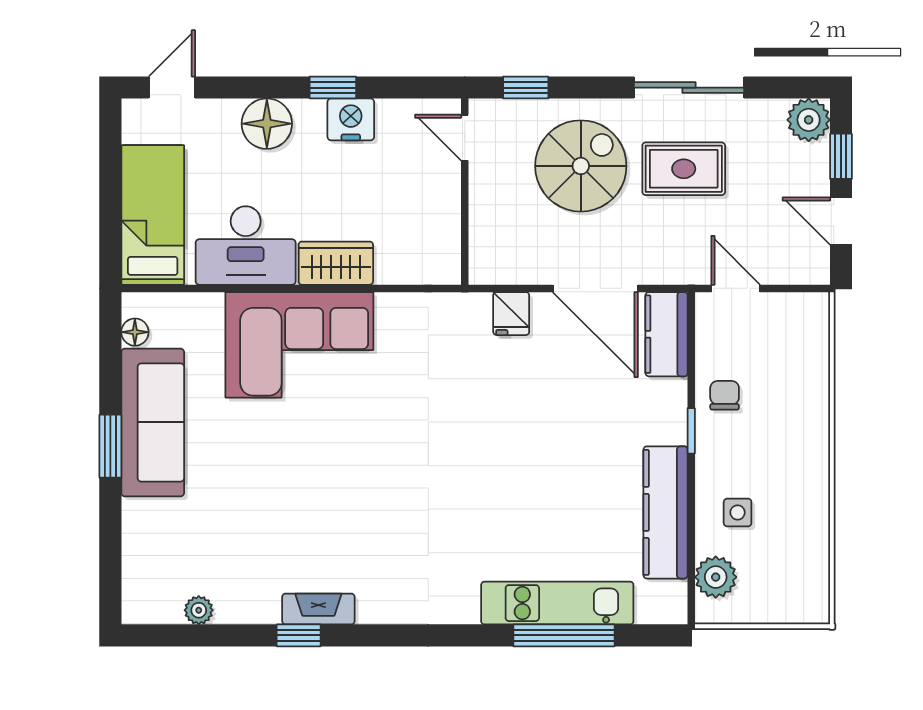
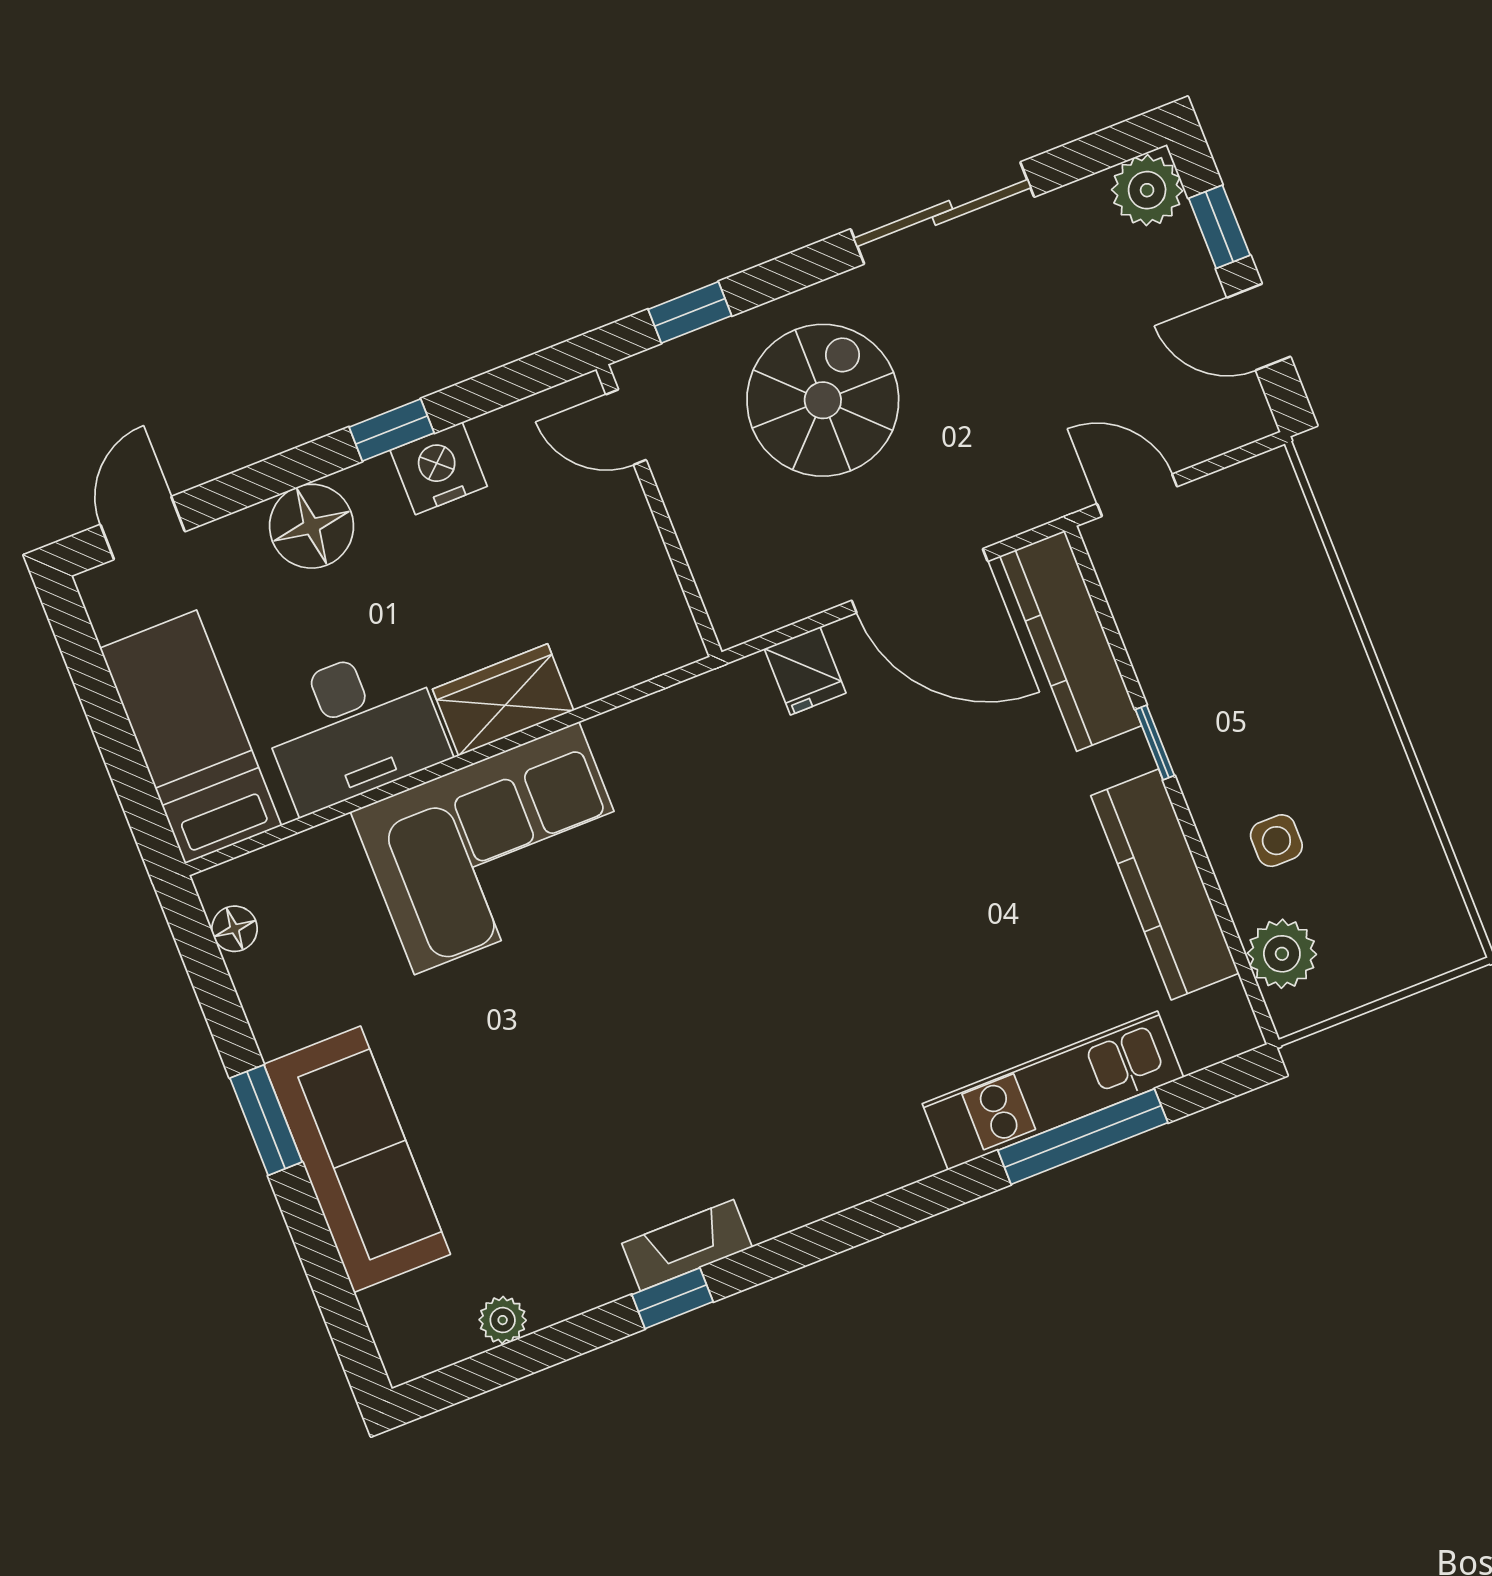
rug: (684, 169) -> (984, 342), removed
kitchen counter: (666, 334) -> (1071, 641), width x1.50
chair: (725, 395) -> (1185, 667), removed
sofa: (153, 422) -> (357, 1159), moved

